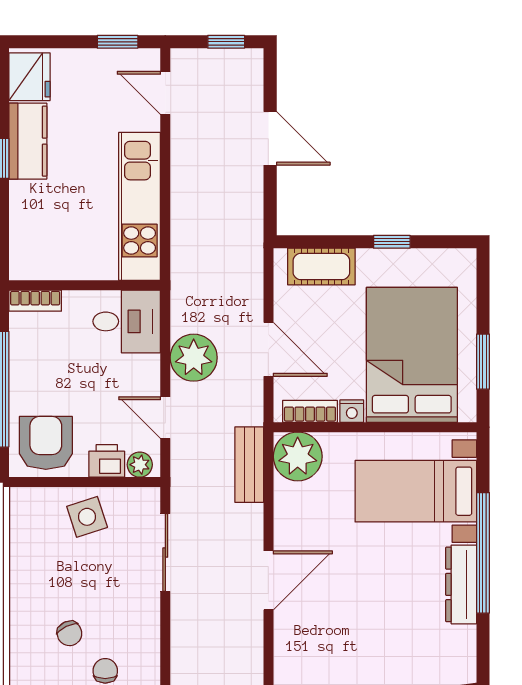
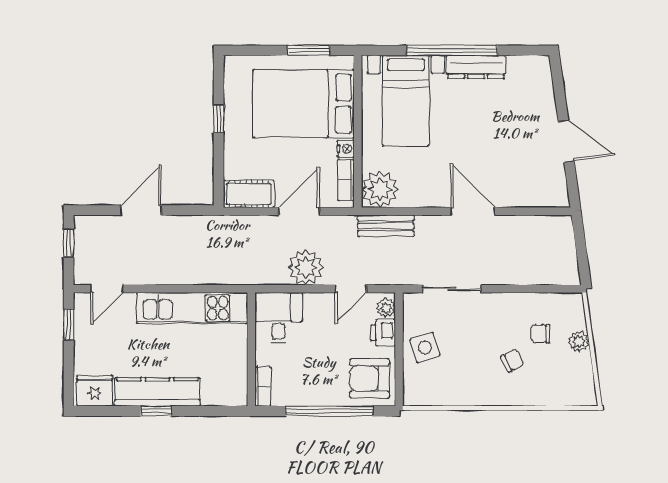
kitchen counter: (28, 141) -> (157, 392), width x1.50
cot: (321, 267) -> (249, 194), moved, turned 90

